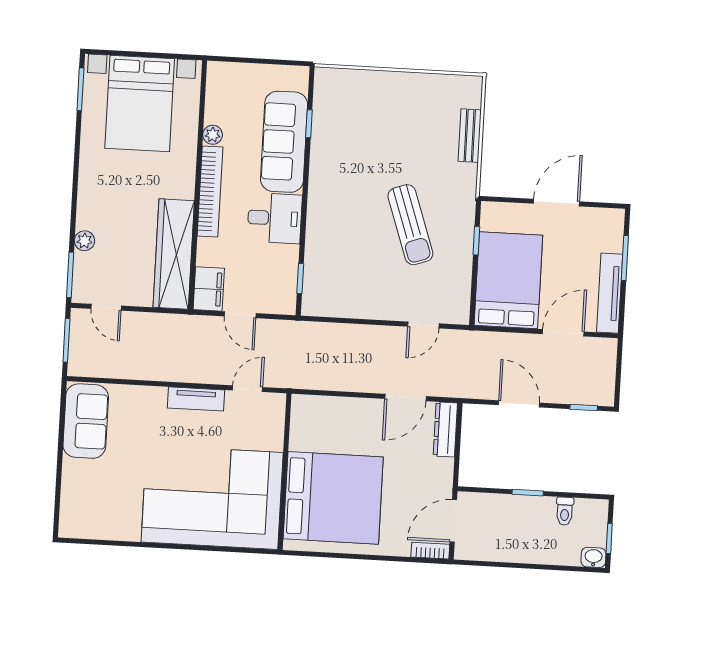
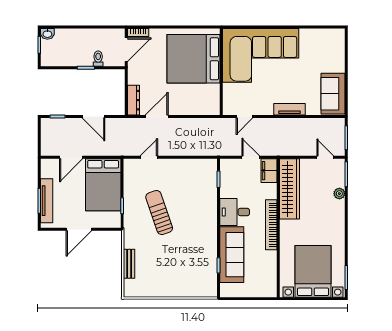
plant: (213, 135) -> (272, 256), removed
tv unit: (610, 293) -> (47, 201), moved
tv unit: (196, 399) -> (290, 109), moved
toilet: (565, 511) -> (98, 59), moved

